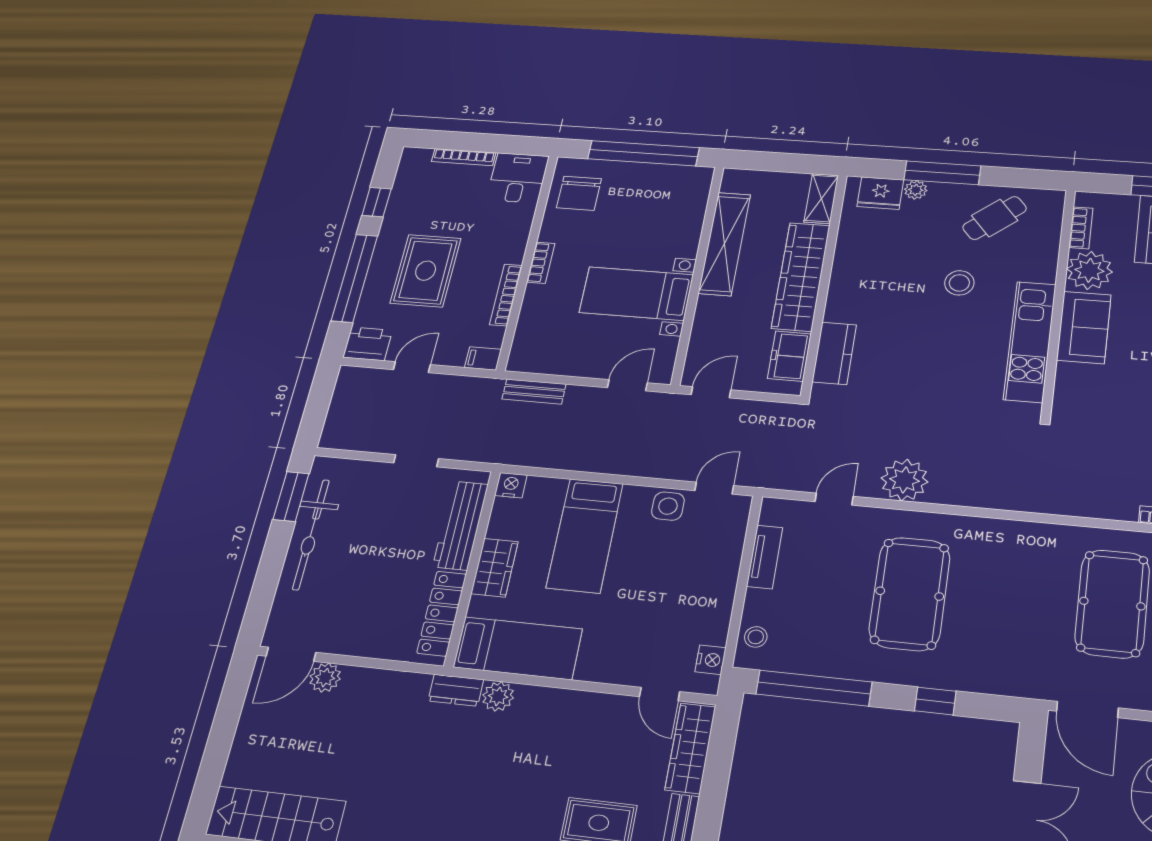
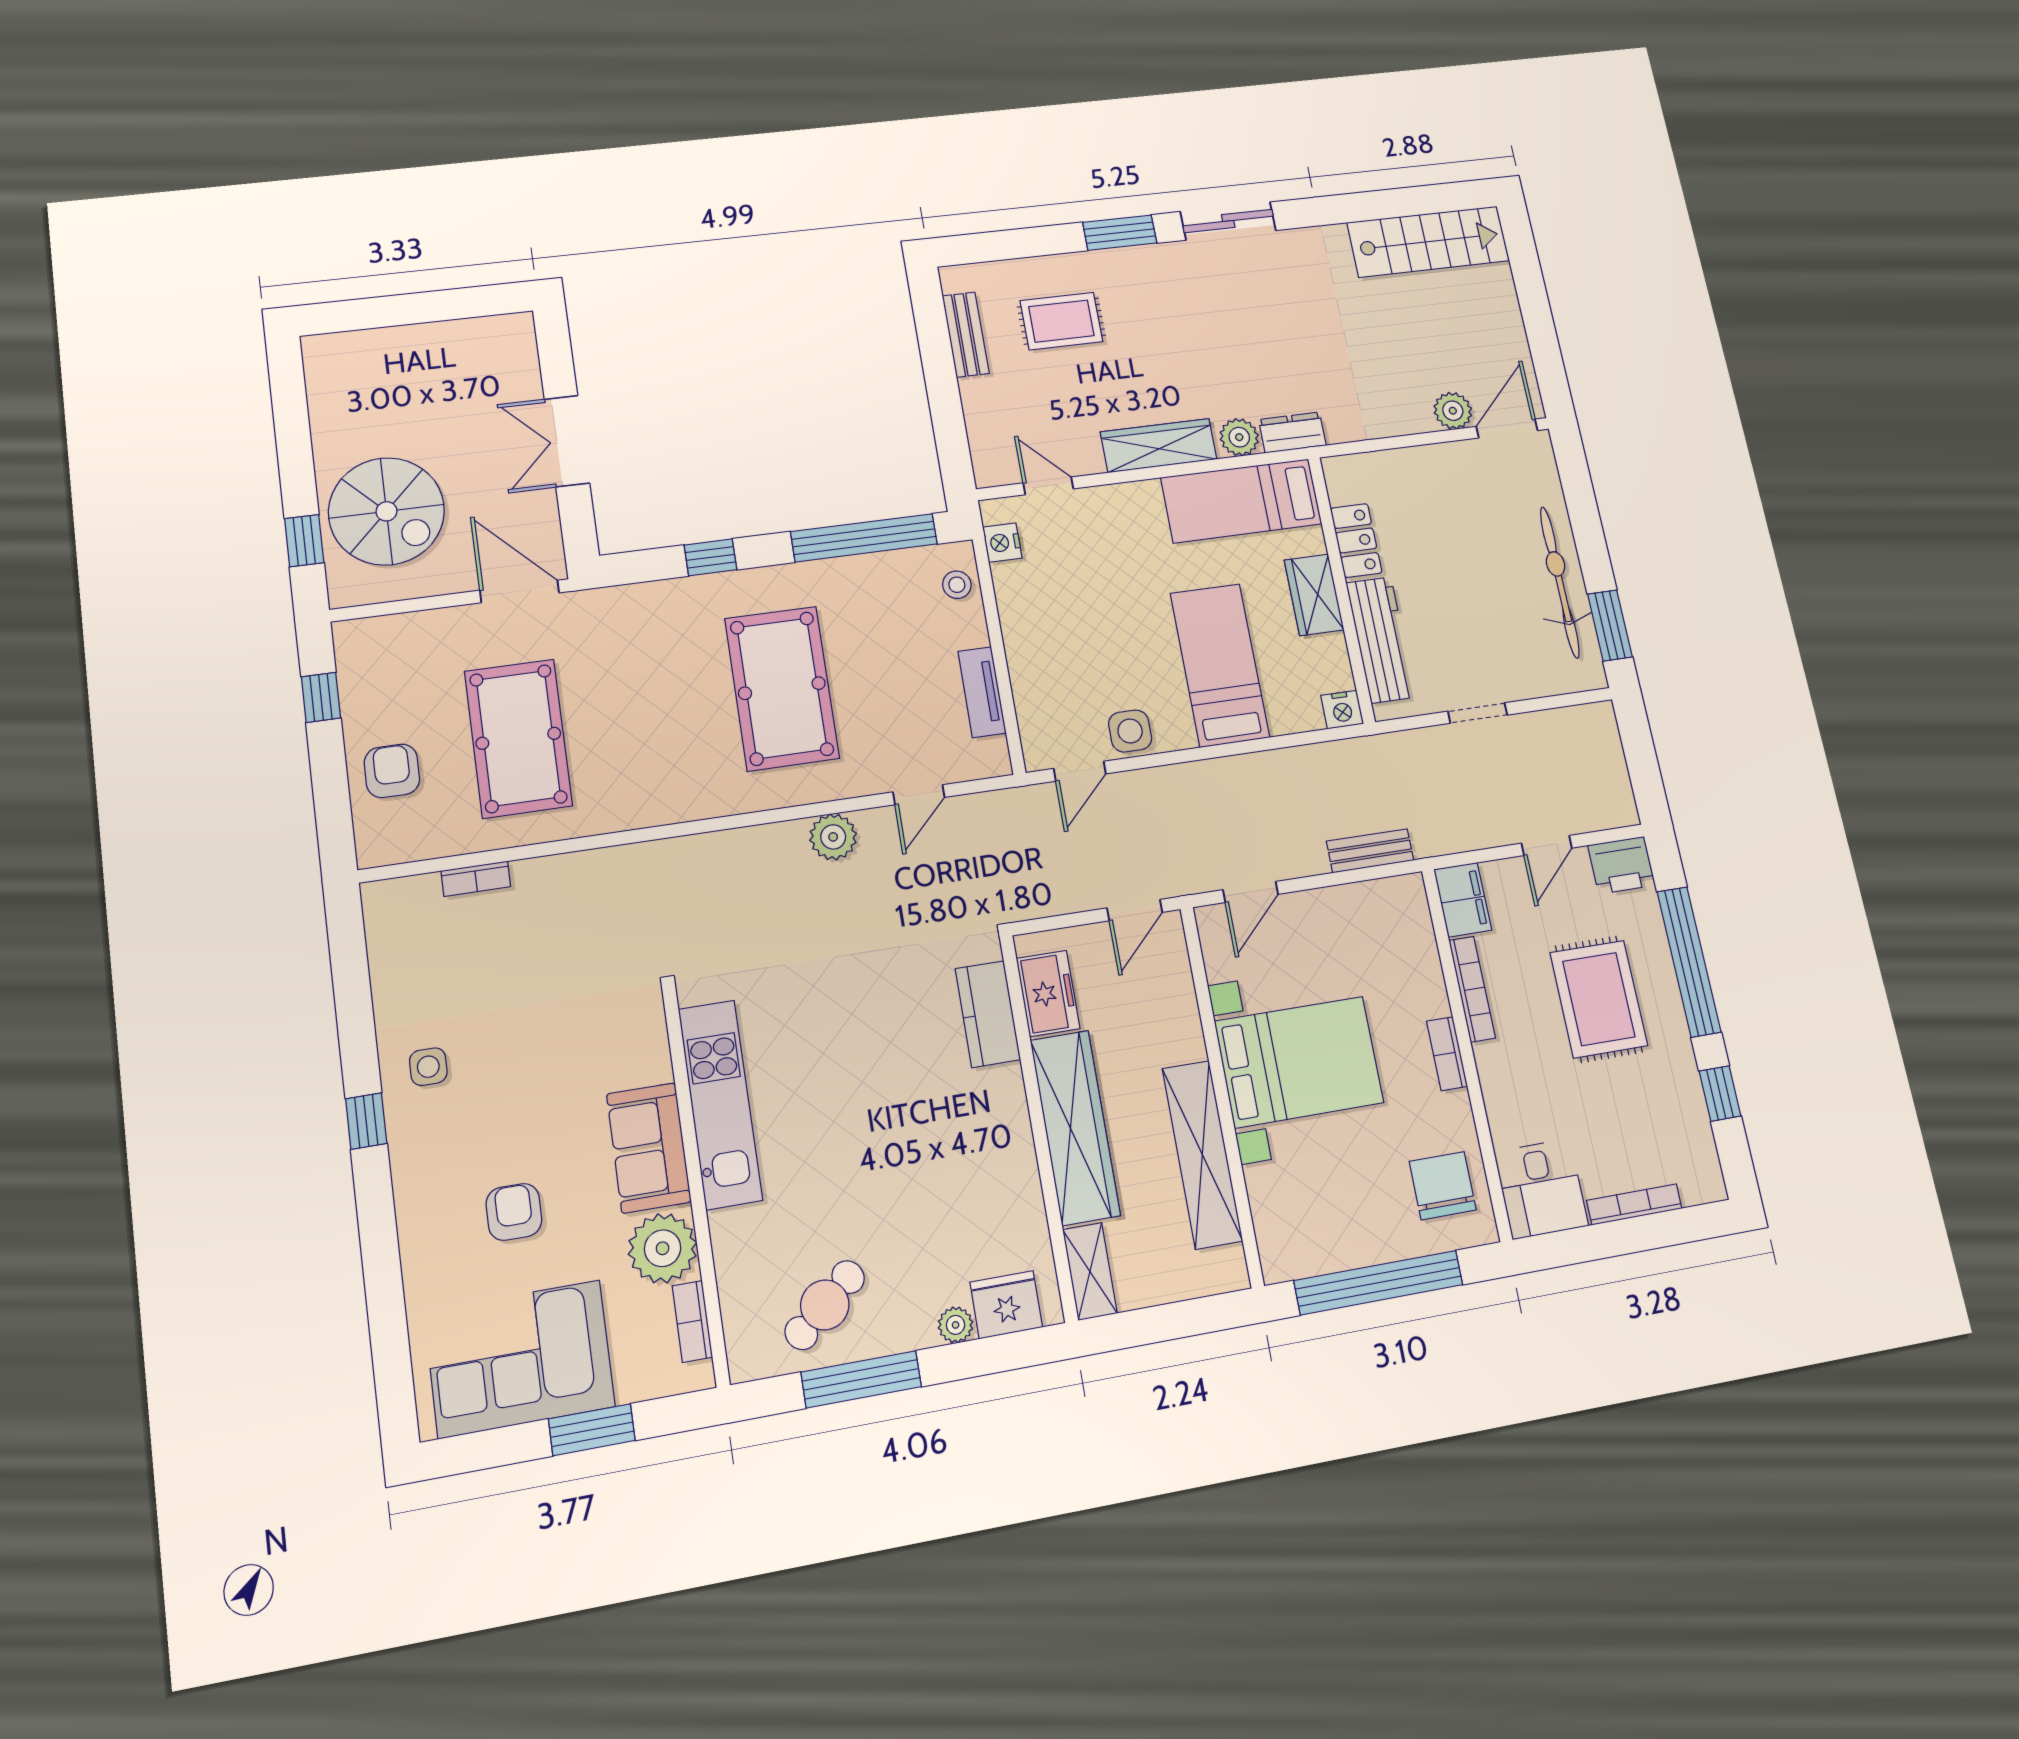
window: (942, 173) -> (861, 1379), moved
stool: (959, 283) -> (846, 1176), removed
bed with nightstands: (636, 294) -> (1299, 1062), width x1.36
filing cabinet: (483, 358) -> (1463, 900), width x2.00
plant: (905, 480) -> (833, 837), width x0.73, depth x0.73
locker: (442, 613) -> (1356, 541), width x0.66
wardrobe: (690, 748) -> (1159, 446), moved, turned -90

